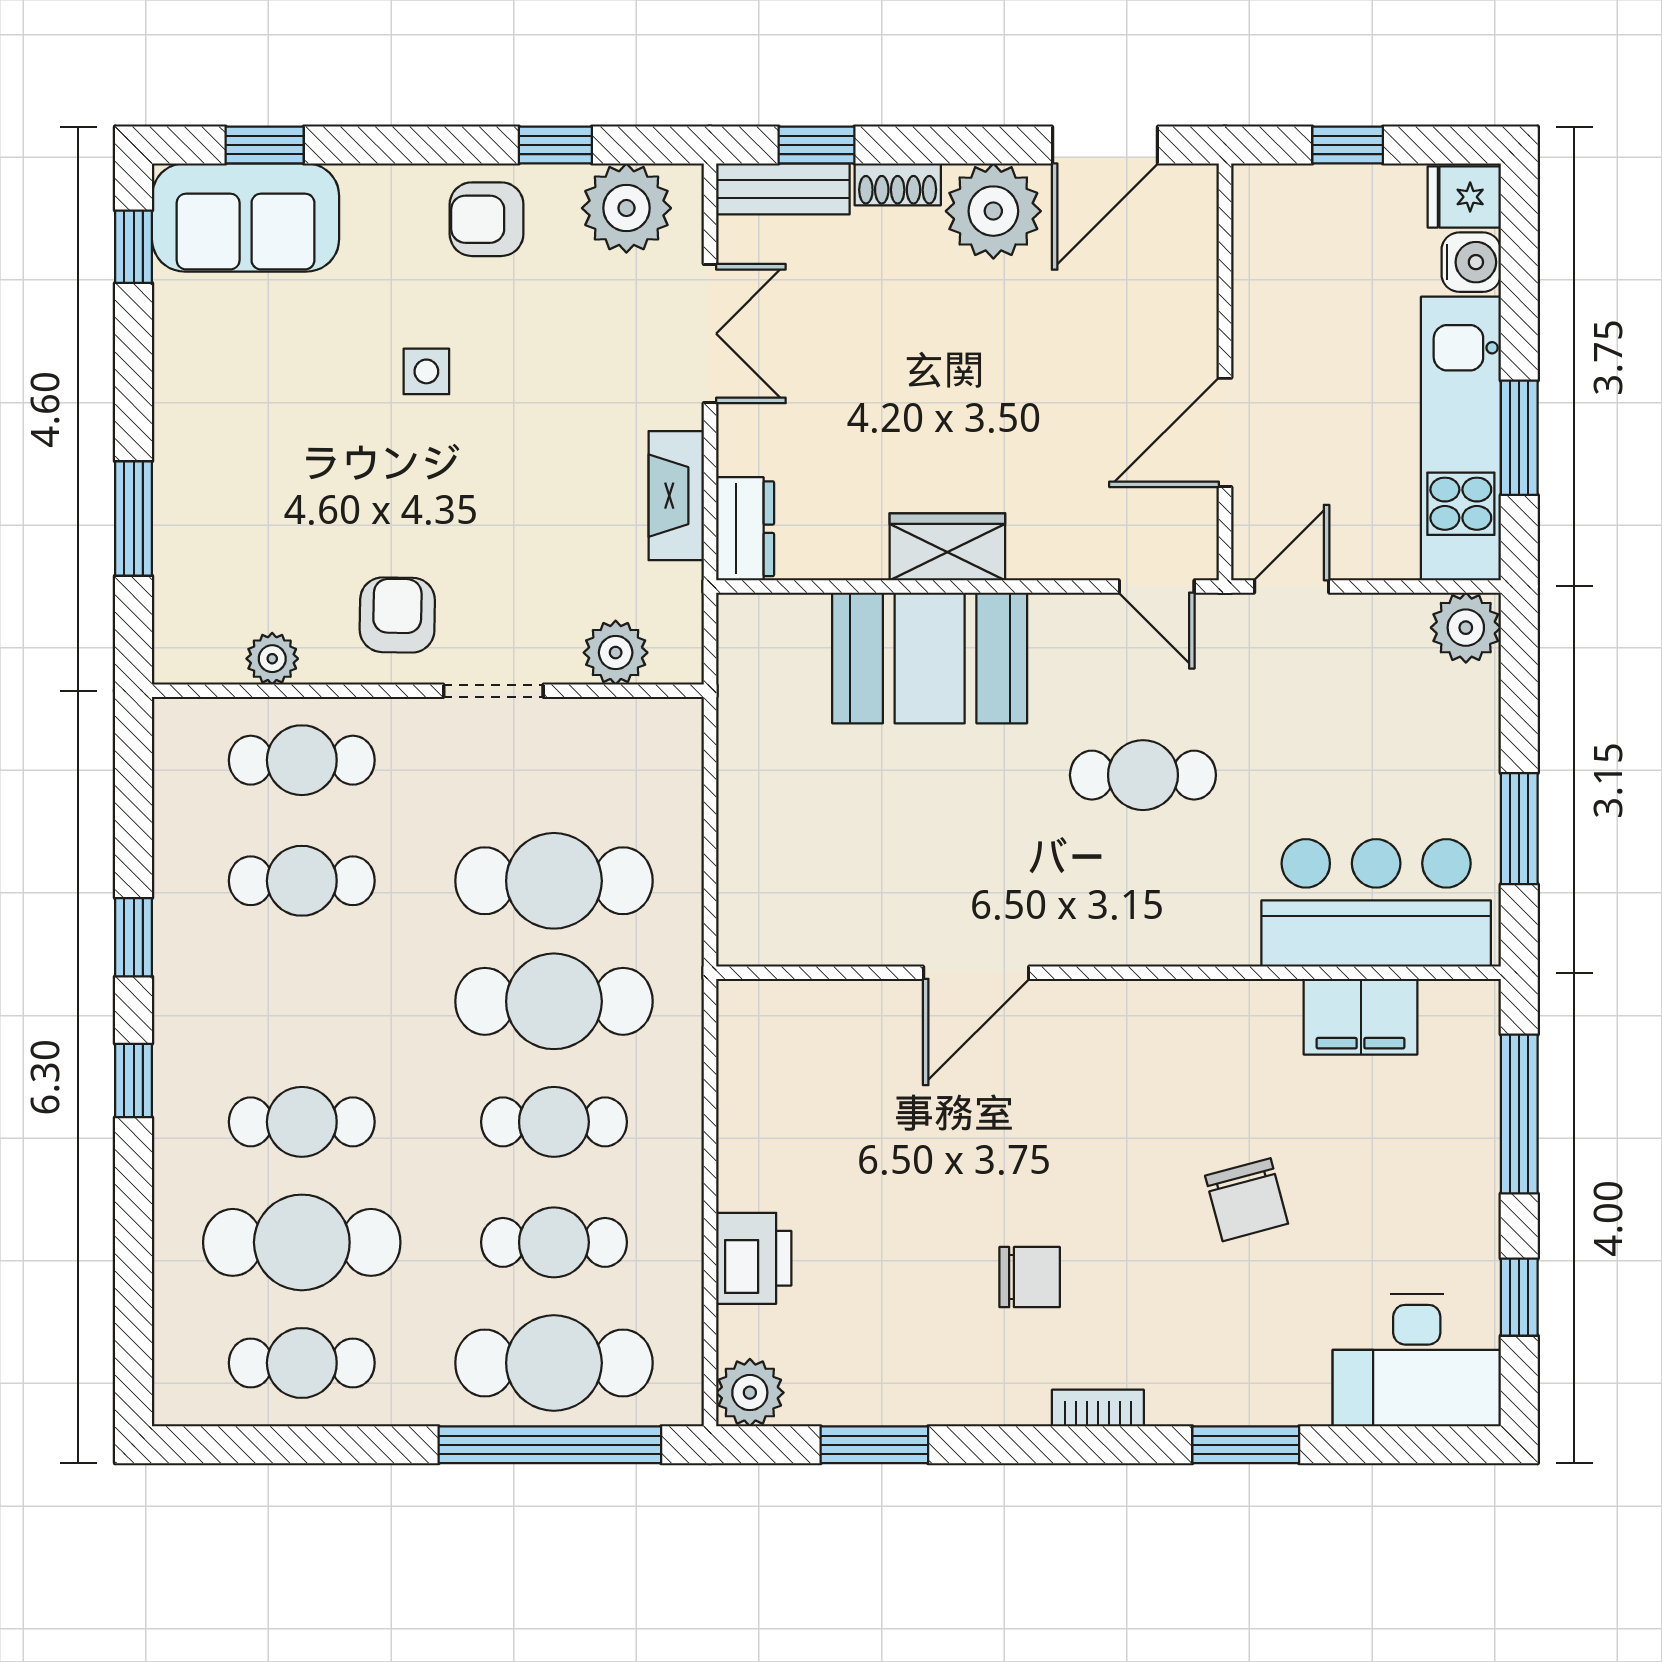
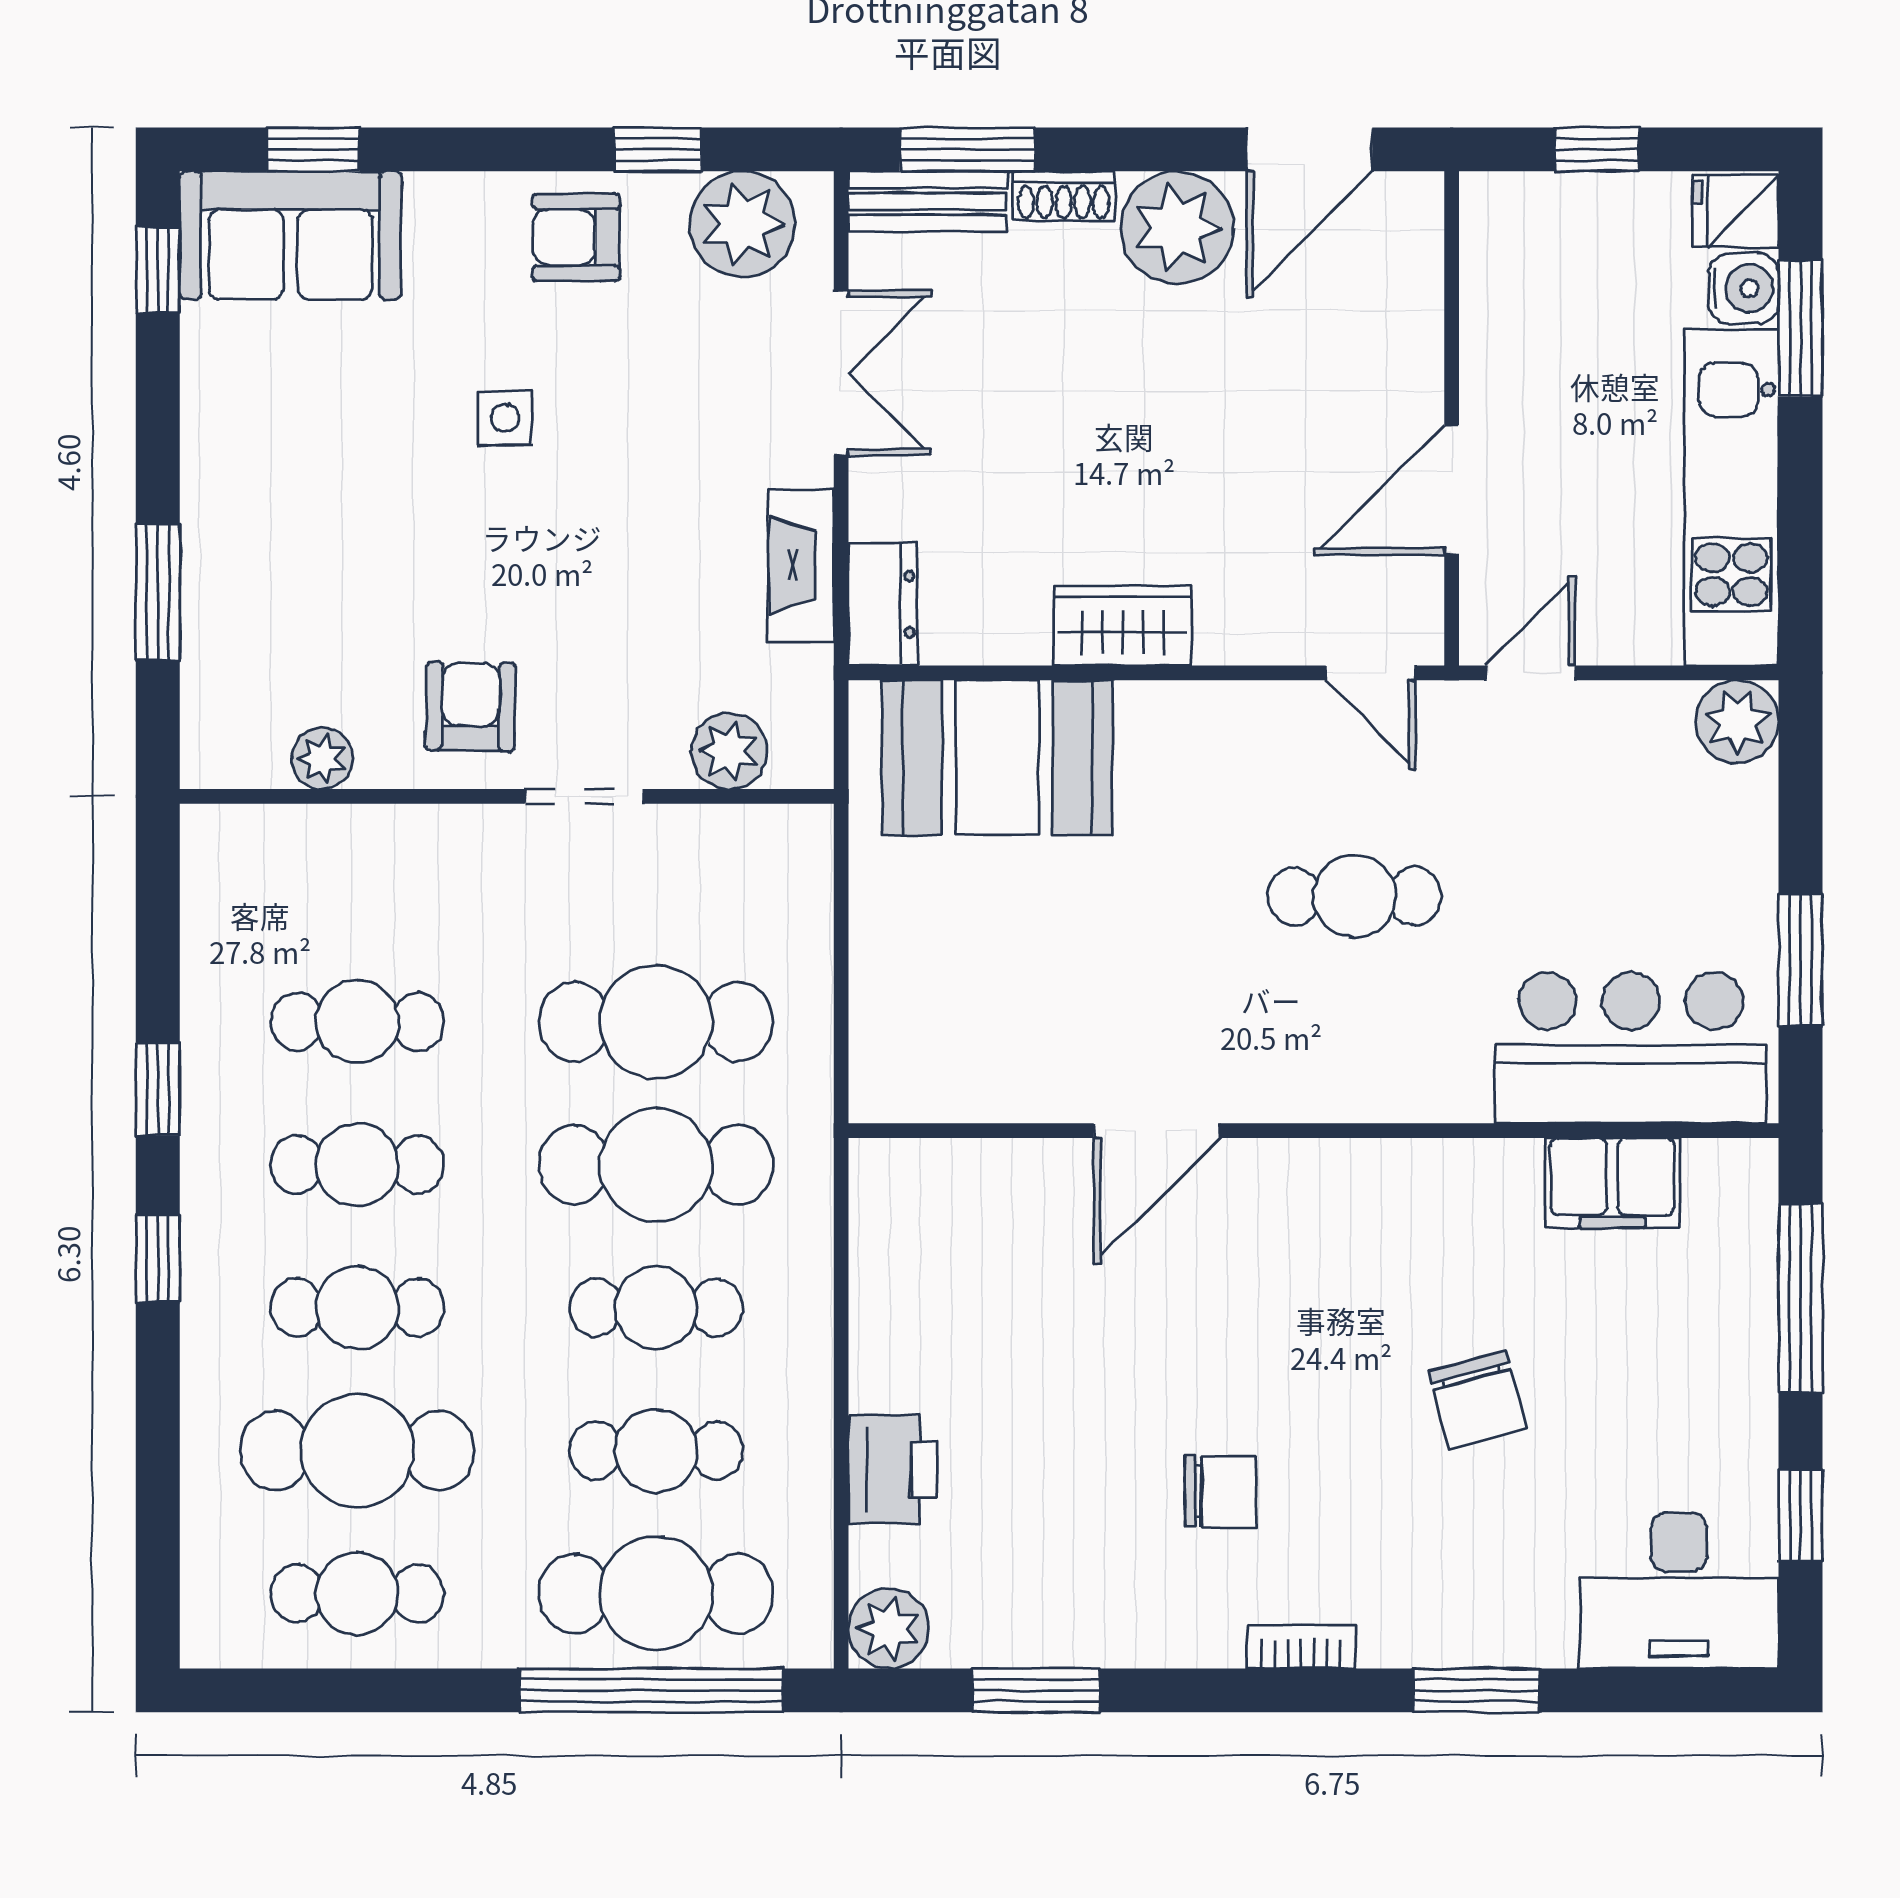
window: (817, 145) -> (967, 149), width x1.50
window: (1519, 438) -> (1801, 329), moved
booth: (930, 658) -> (997, 758), moved
cafe table: (302, 760) -> (357, 1165), moved

